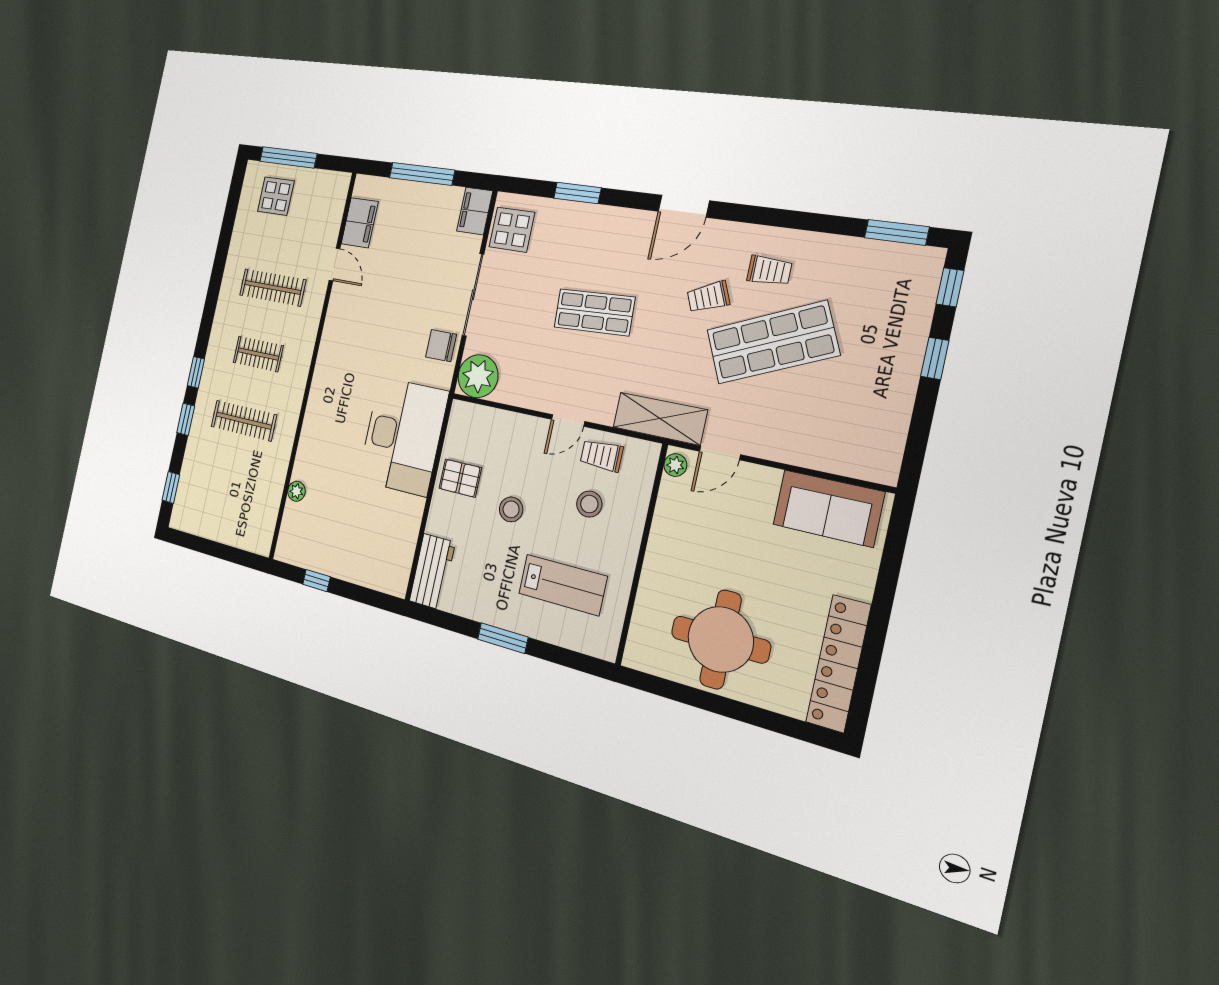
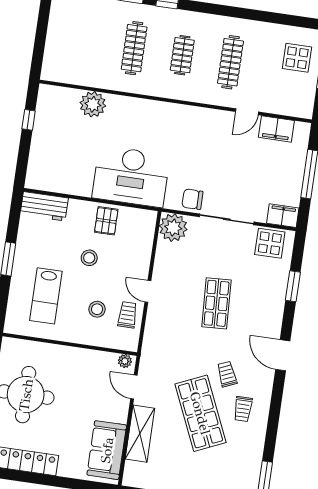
chair: (441, 346) -> (192, 199), turned -90
shelving: (660, 419) -> (140, 434), moved
plant: (296, 491) -> (93, 104), width x1.88, depth x1.88

